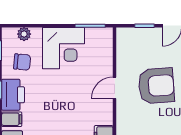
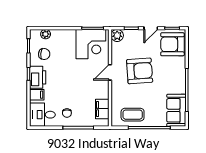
plant: (125, 36) -> (117, 35), added
corner desk: (63, 48) -> (91, 44), moved

